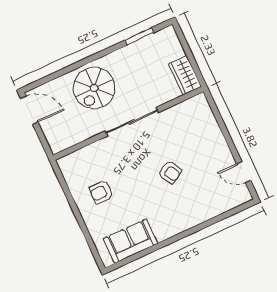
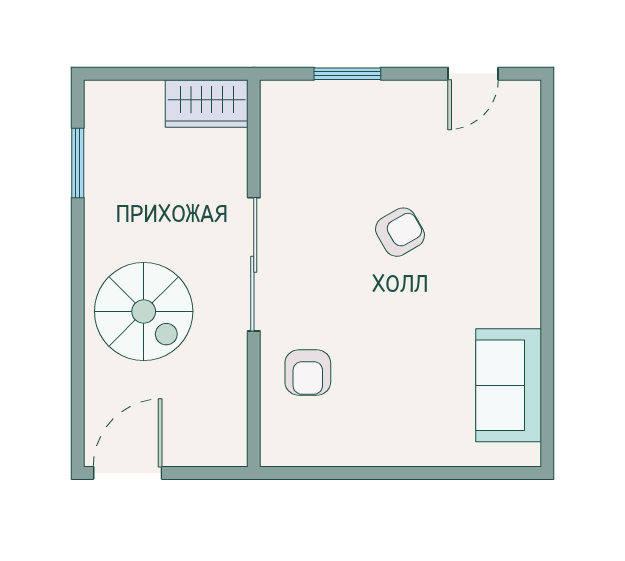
window: (221, 124) -> (347, 74), added
armchair: (101, 192) -> (308, 373), moved

